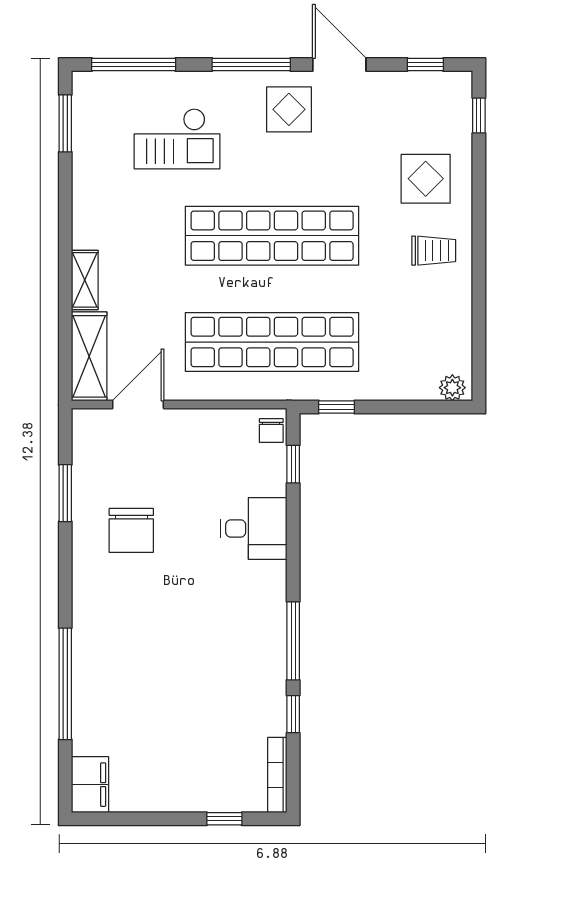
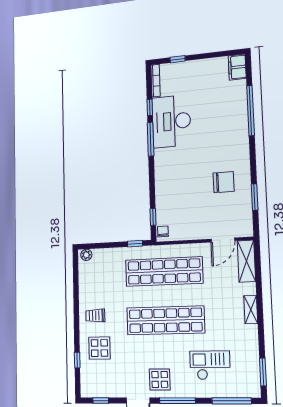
window: (479, 116) -> (77, 360), moved
shelving: (85, 280) -> (251, 310), moved
desk: (254, 528) -> (171, 121), moved, width x1.87, depth x1.30
chair: (131, 530) -> (224, 182), turned 90

